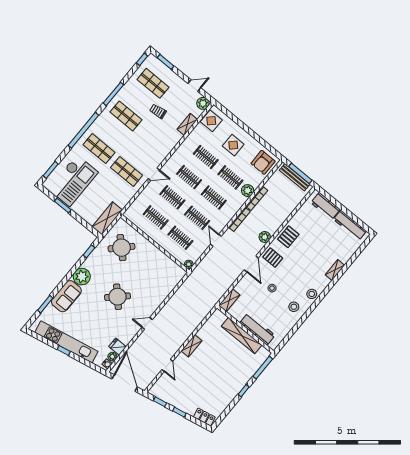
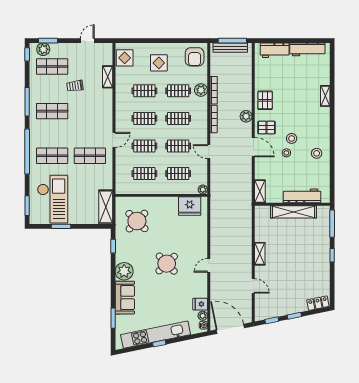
plant: (203, 103) -> (43, 49), moved
fridge: (169, 269) -> (190, 206), added
stool: (312, 294) -> (292, 138), moved

